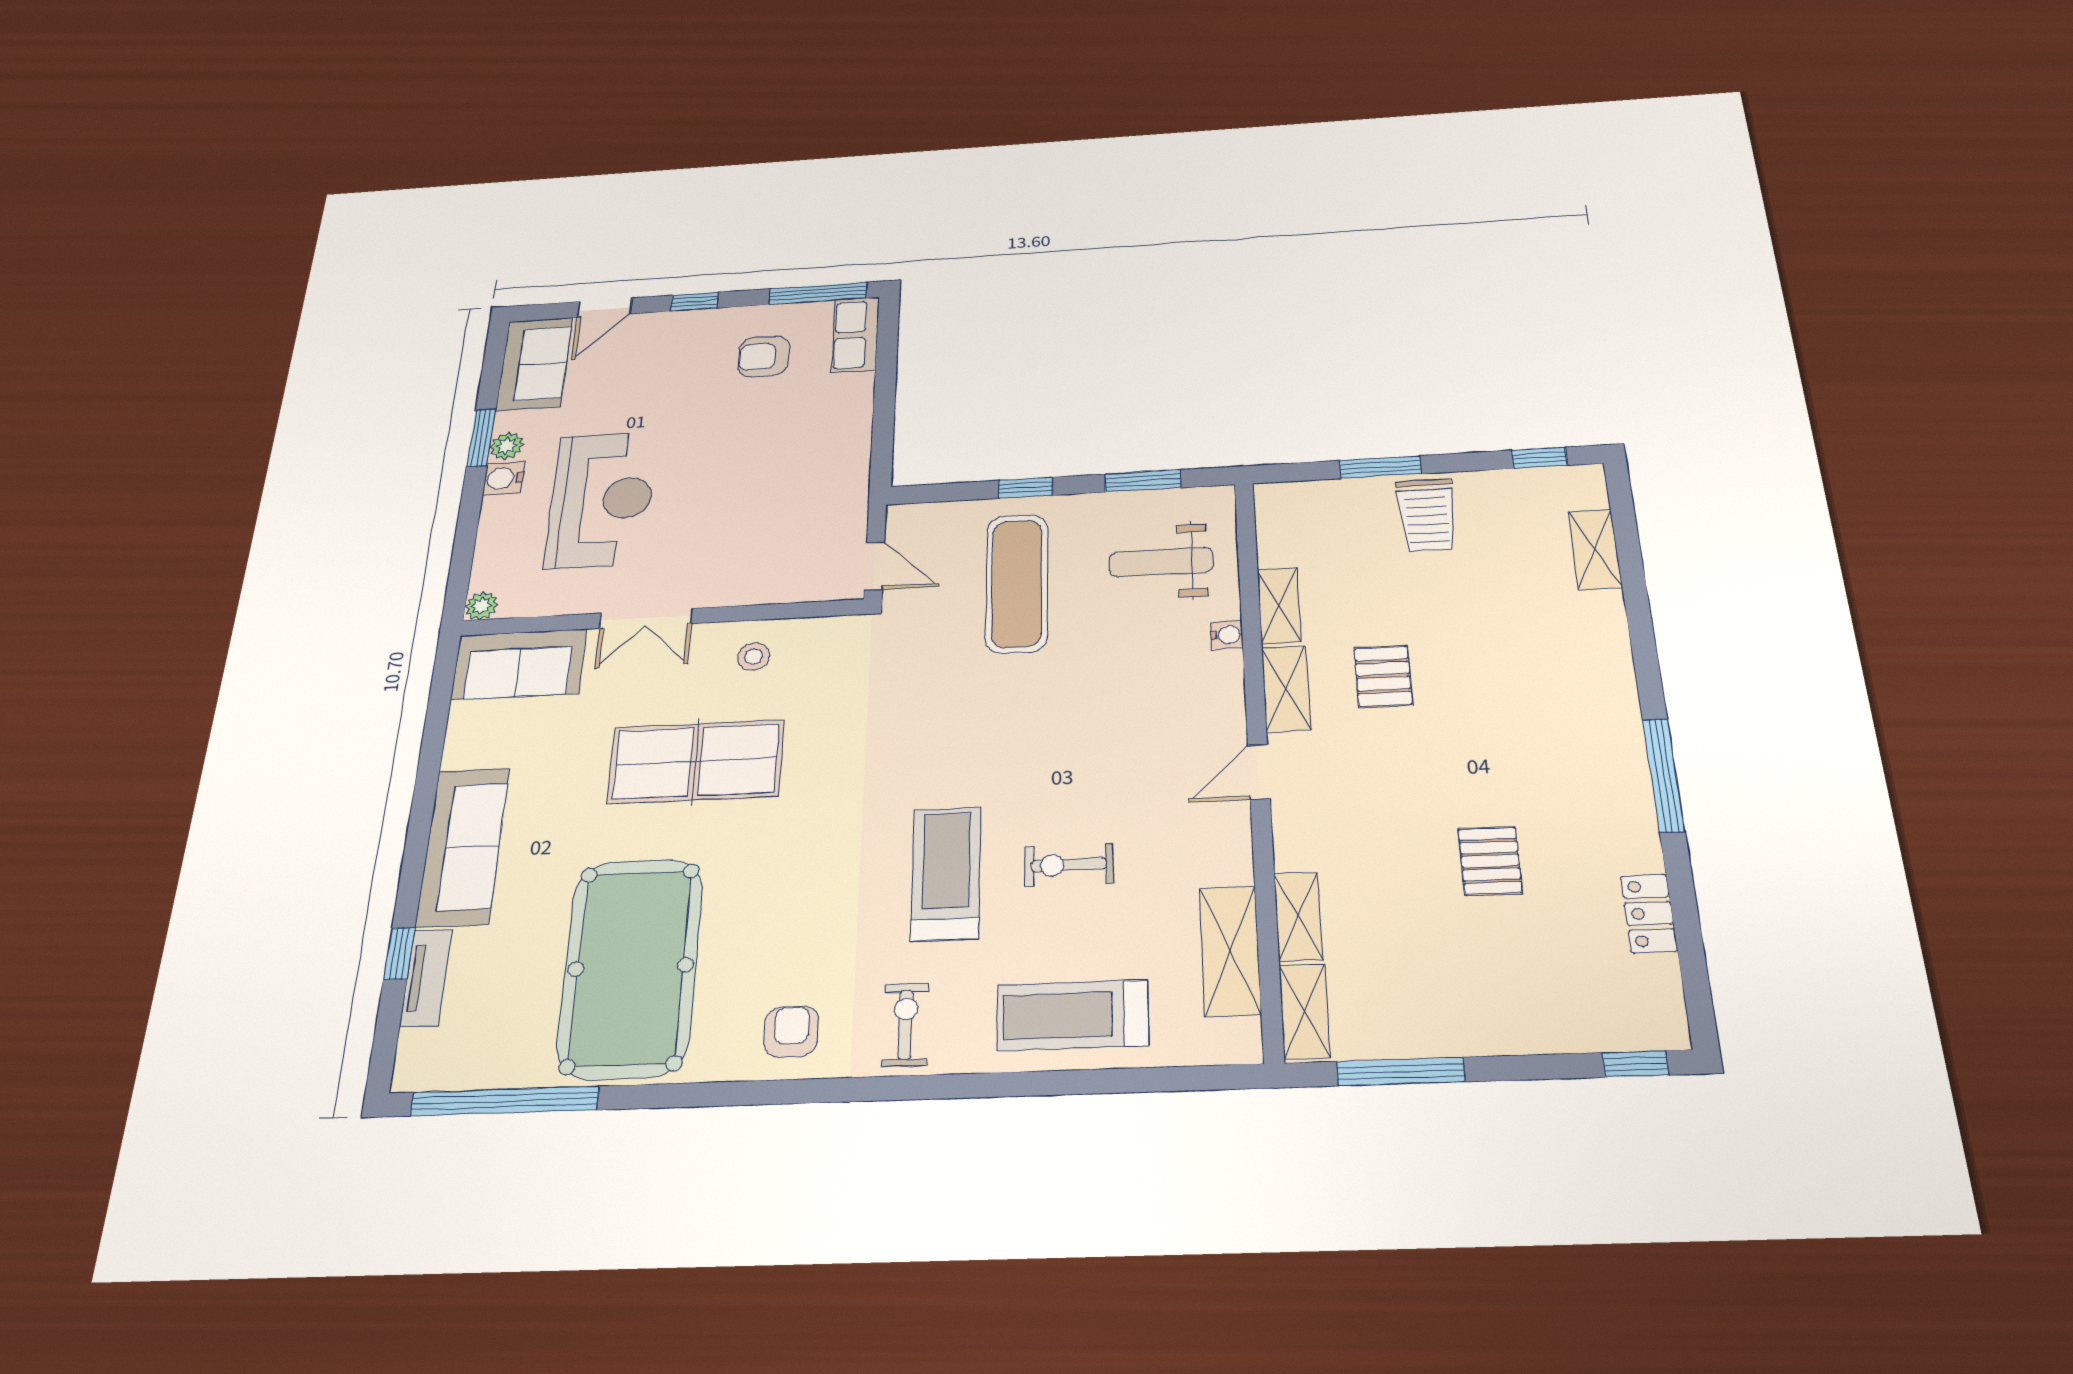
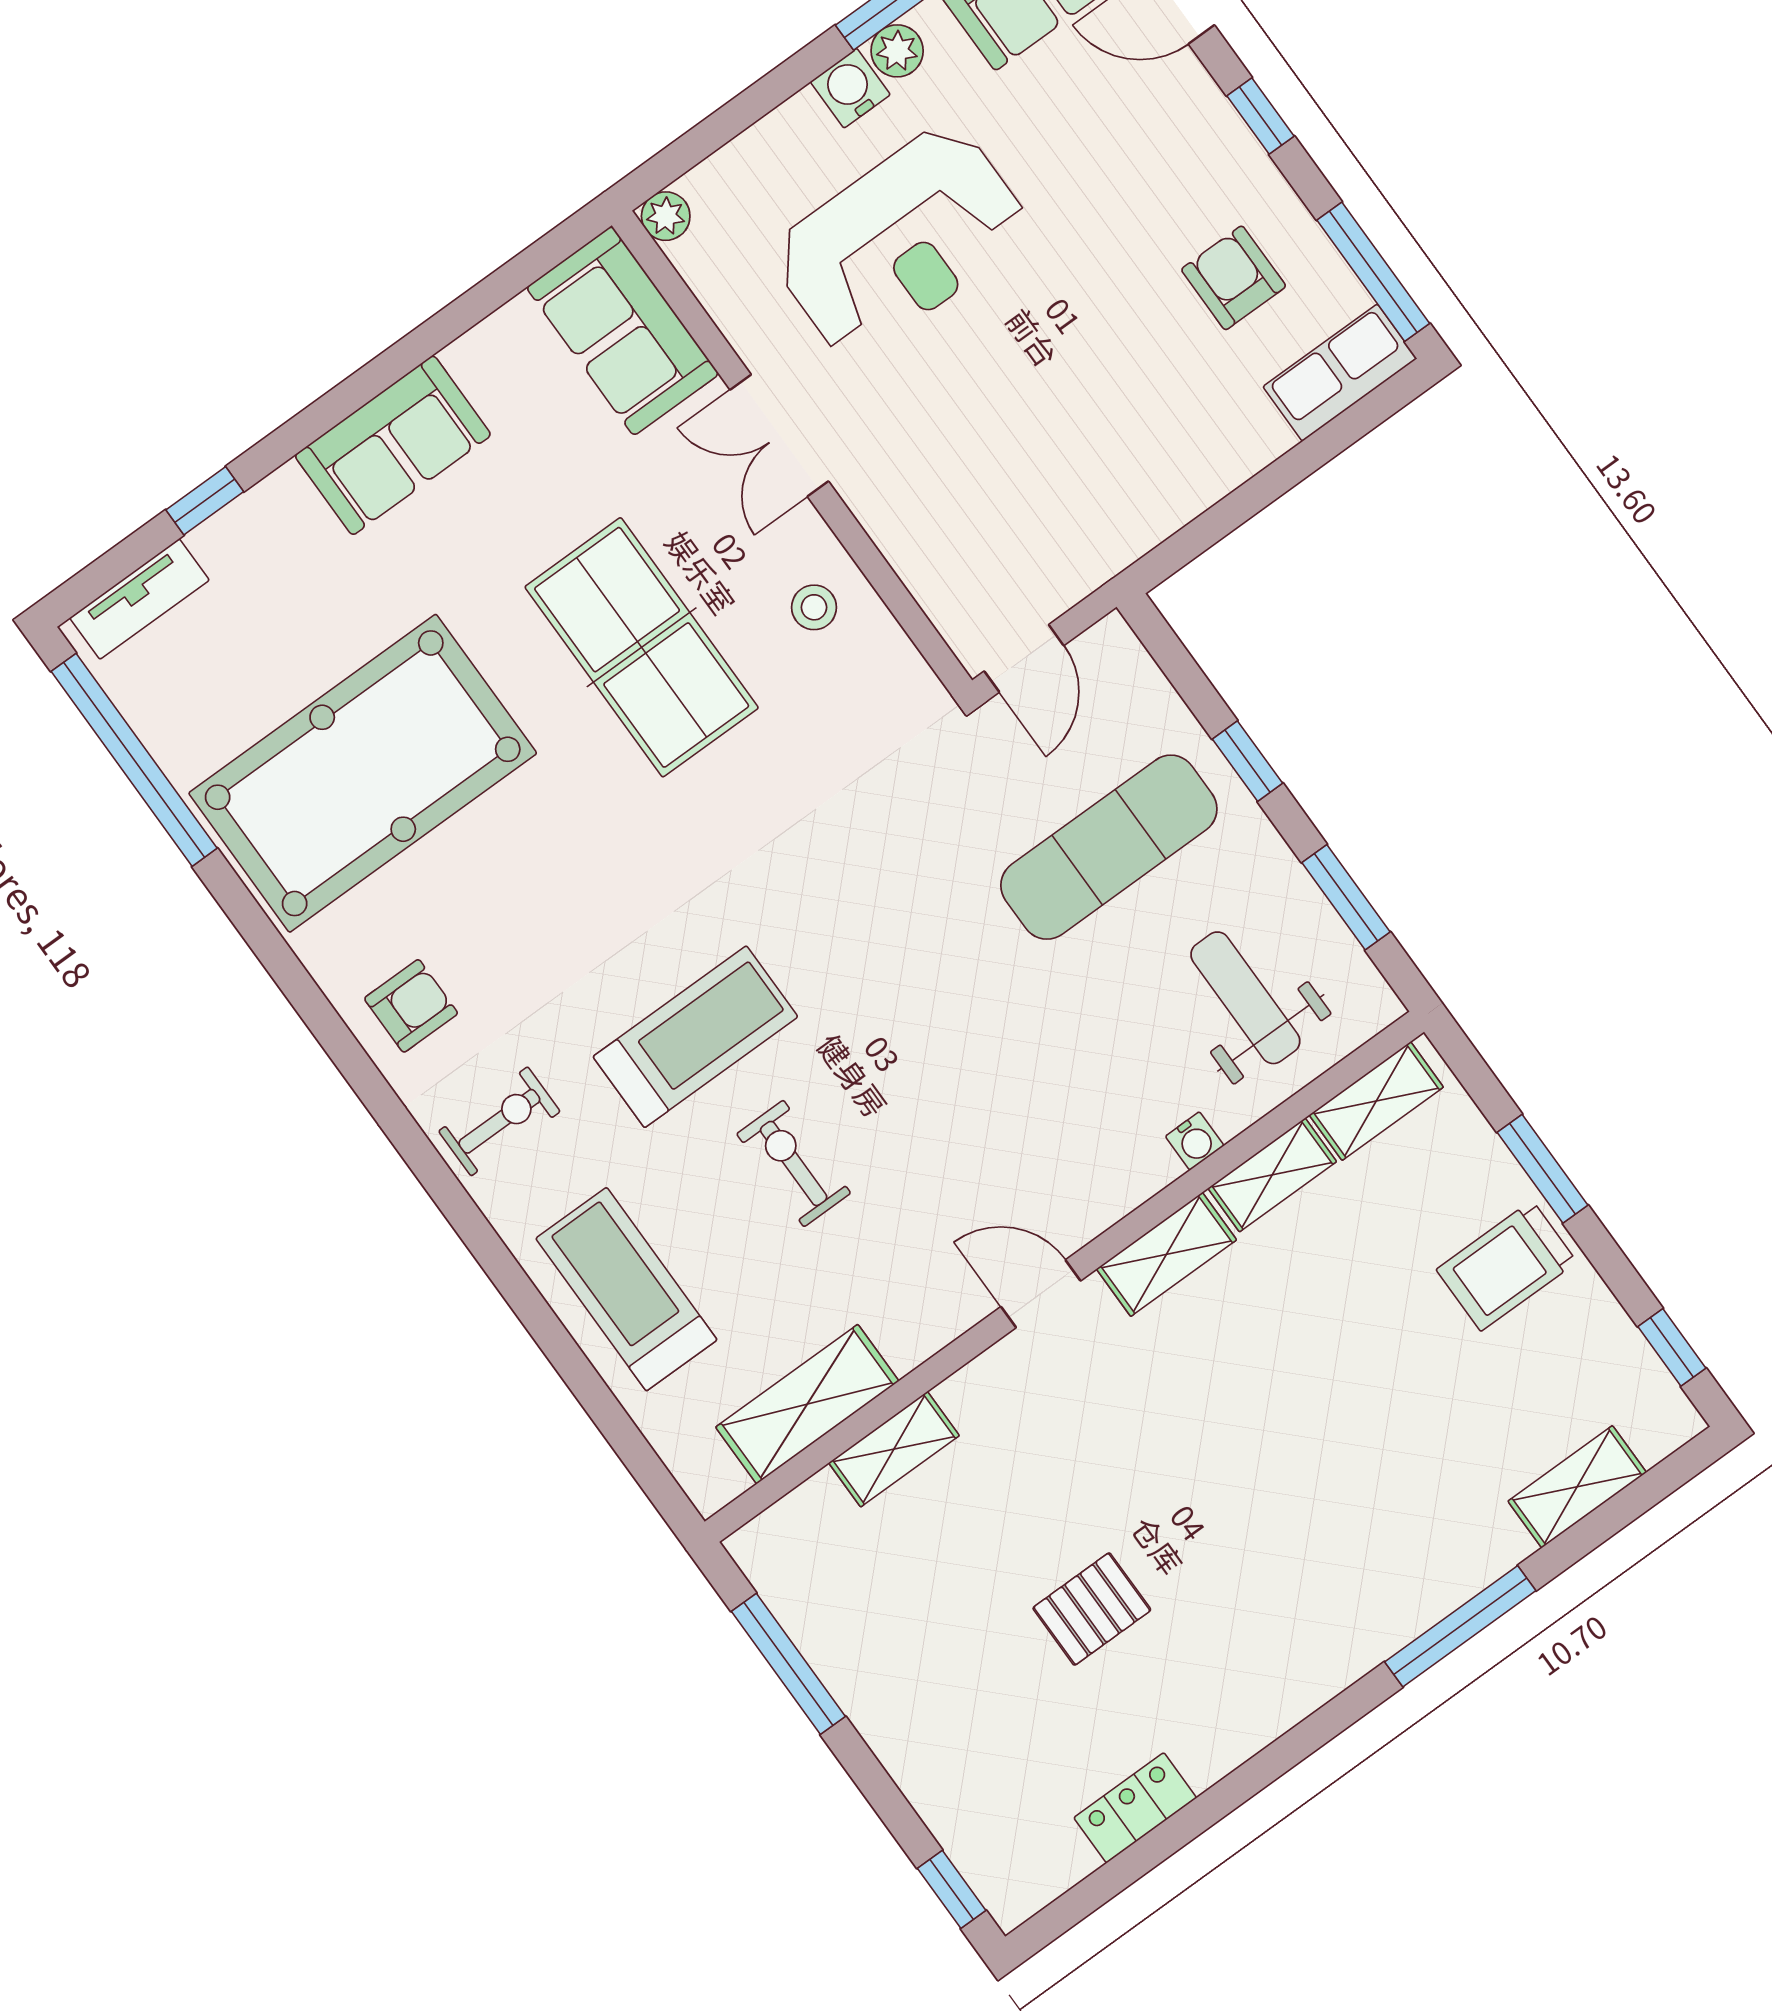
pallet: (1383, 676) -> (1252, 1352), removed
window: (1663, 775) -> (1460, 1626), moved
sofa: (463, 847) -> (393, 445), width x0.73
tv unit: (426, 978) -> (140, 599), moved
shelving: (1304, 1011) -> (1376, 1101), moved

